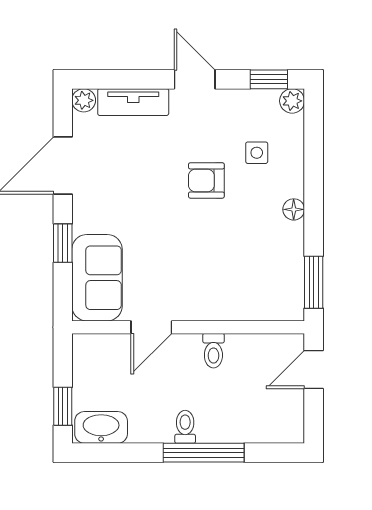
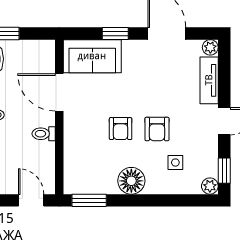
armchair: (206, 180) -> (157, 129), turned 180
floor lamp: (294, 209) -> (131, 181), width x1.89, depth x1.89
armchair: (206, 235) -> (121, 129), added
door: (151, 327) -> (59, 92), width x1.38

